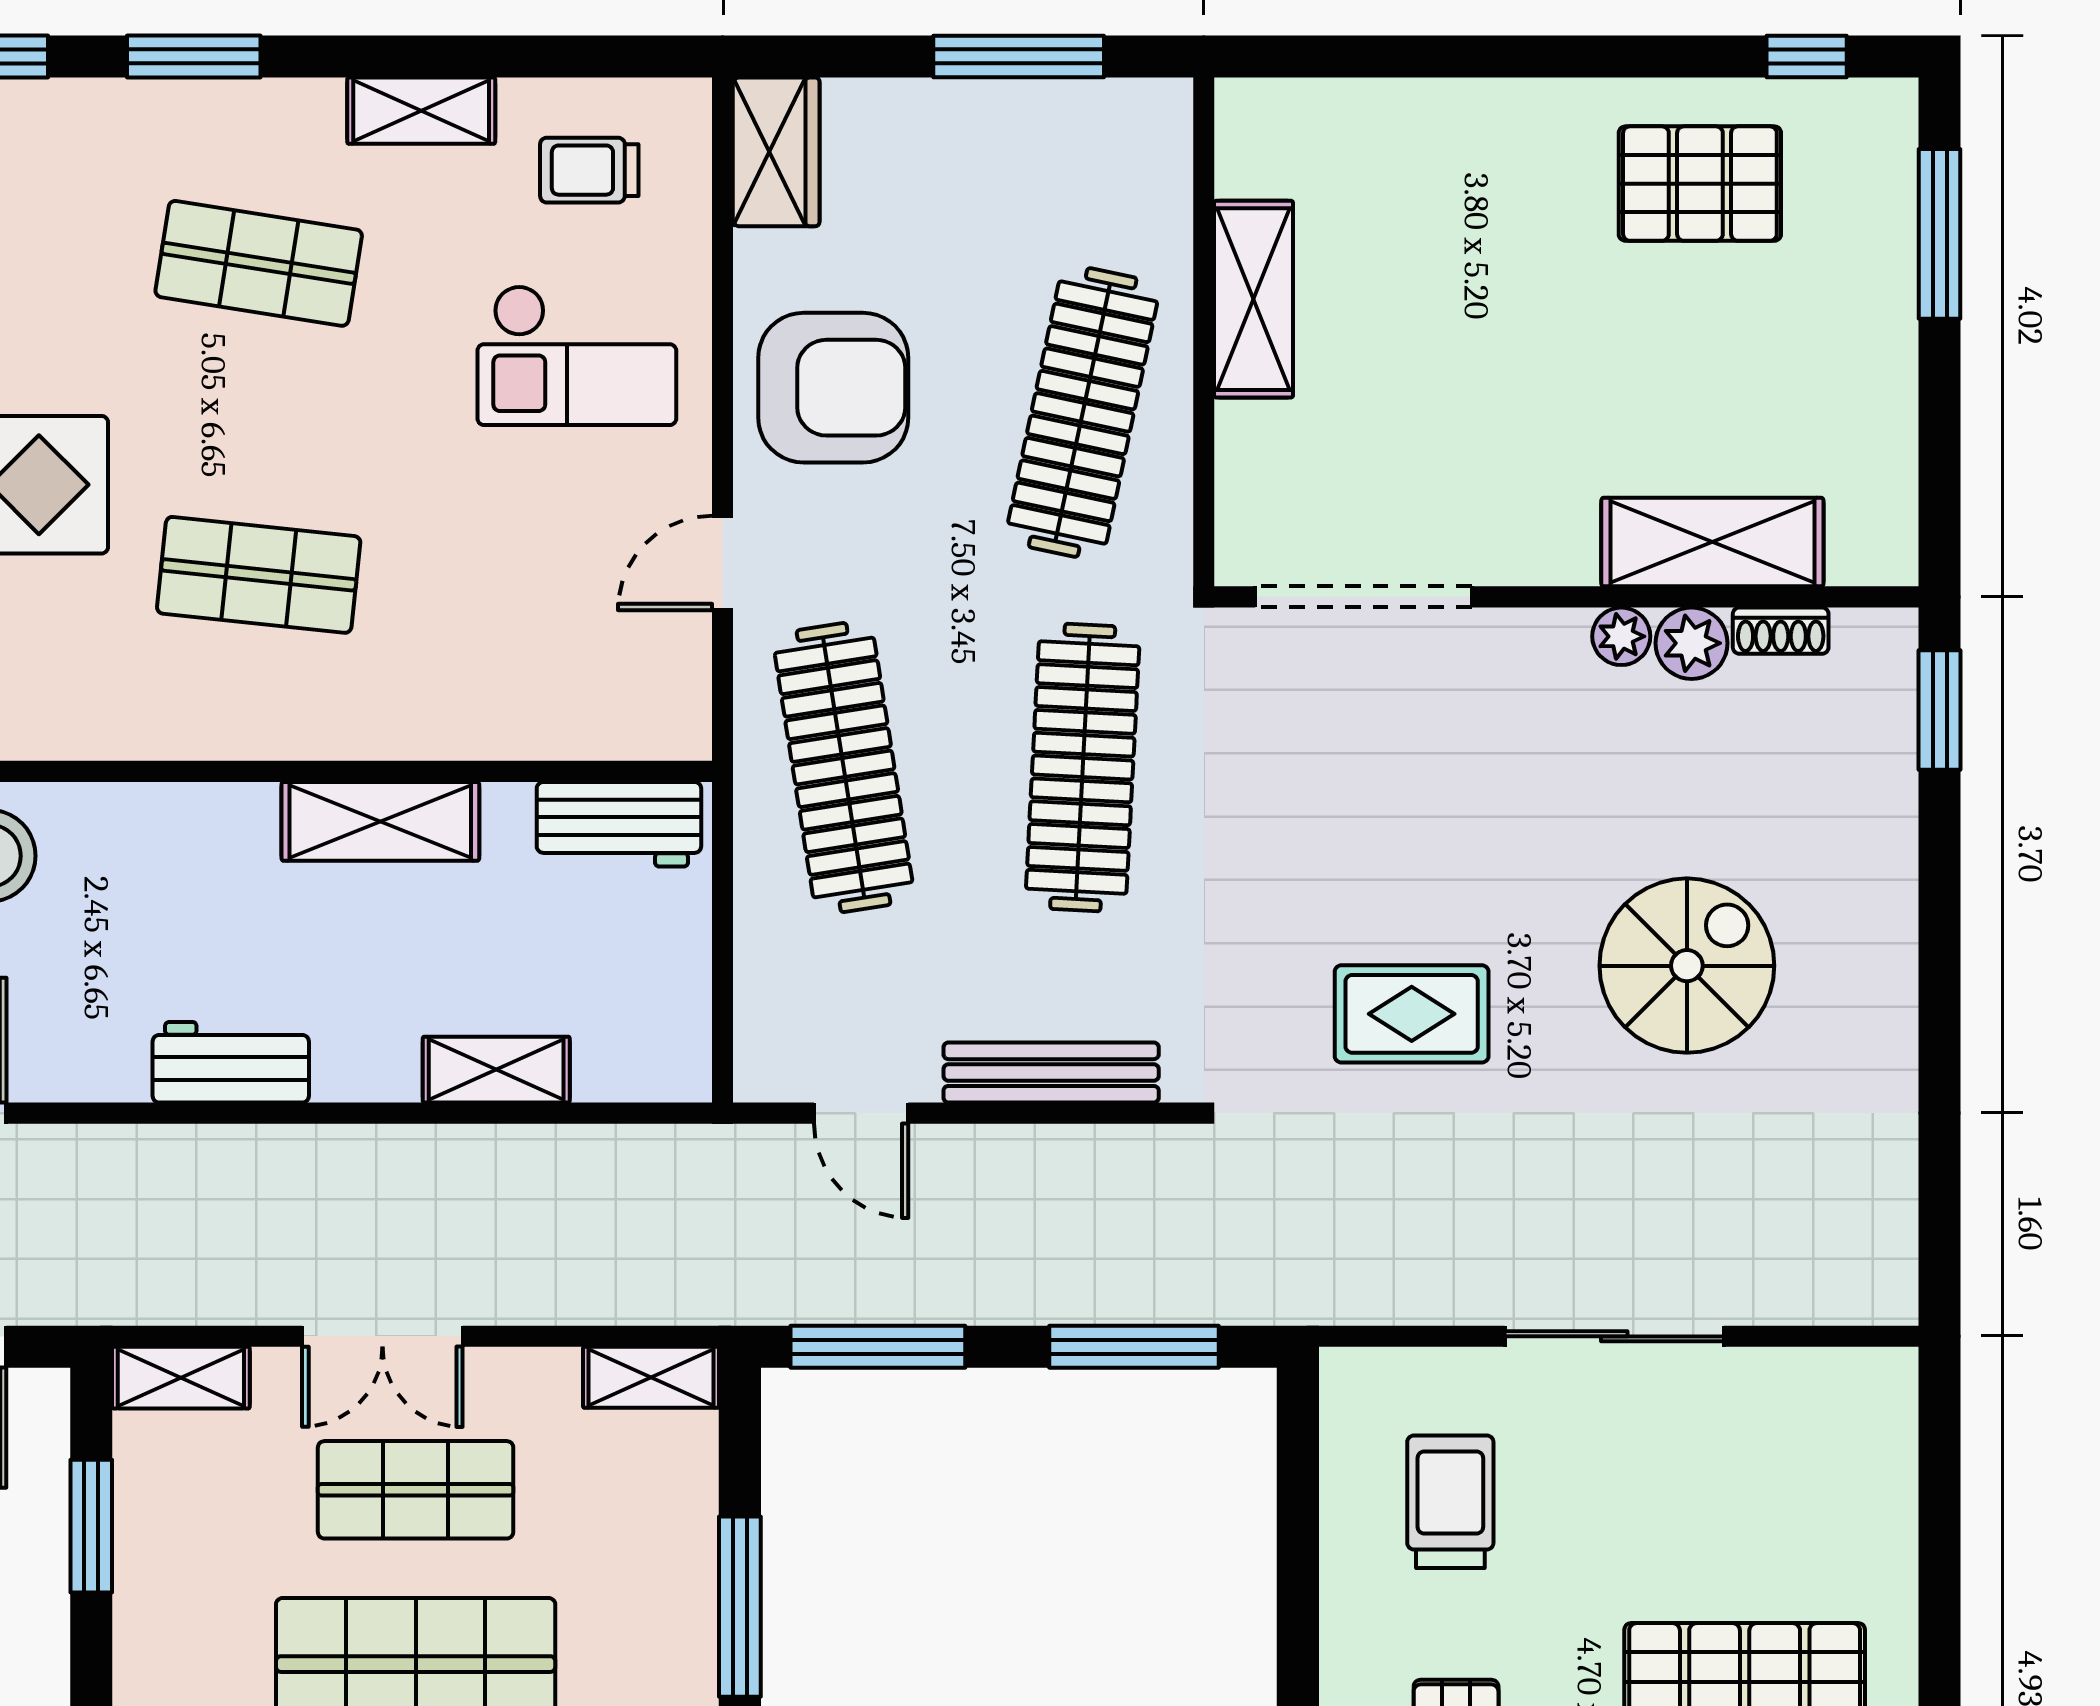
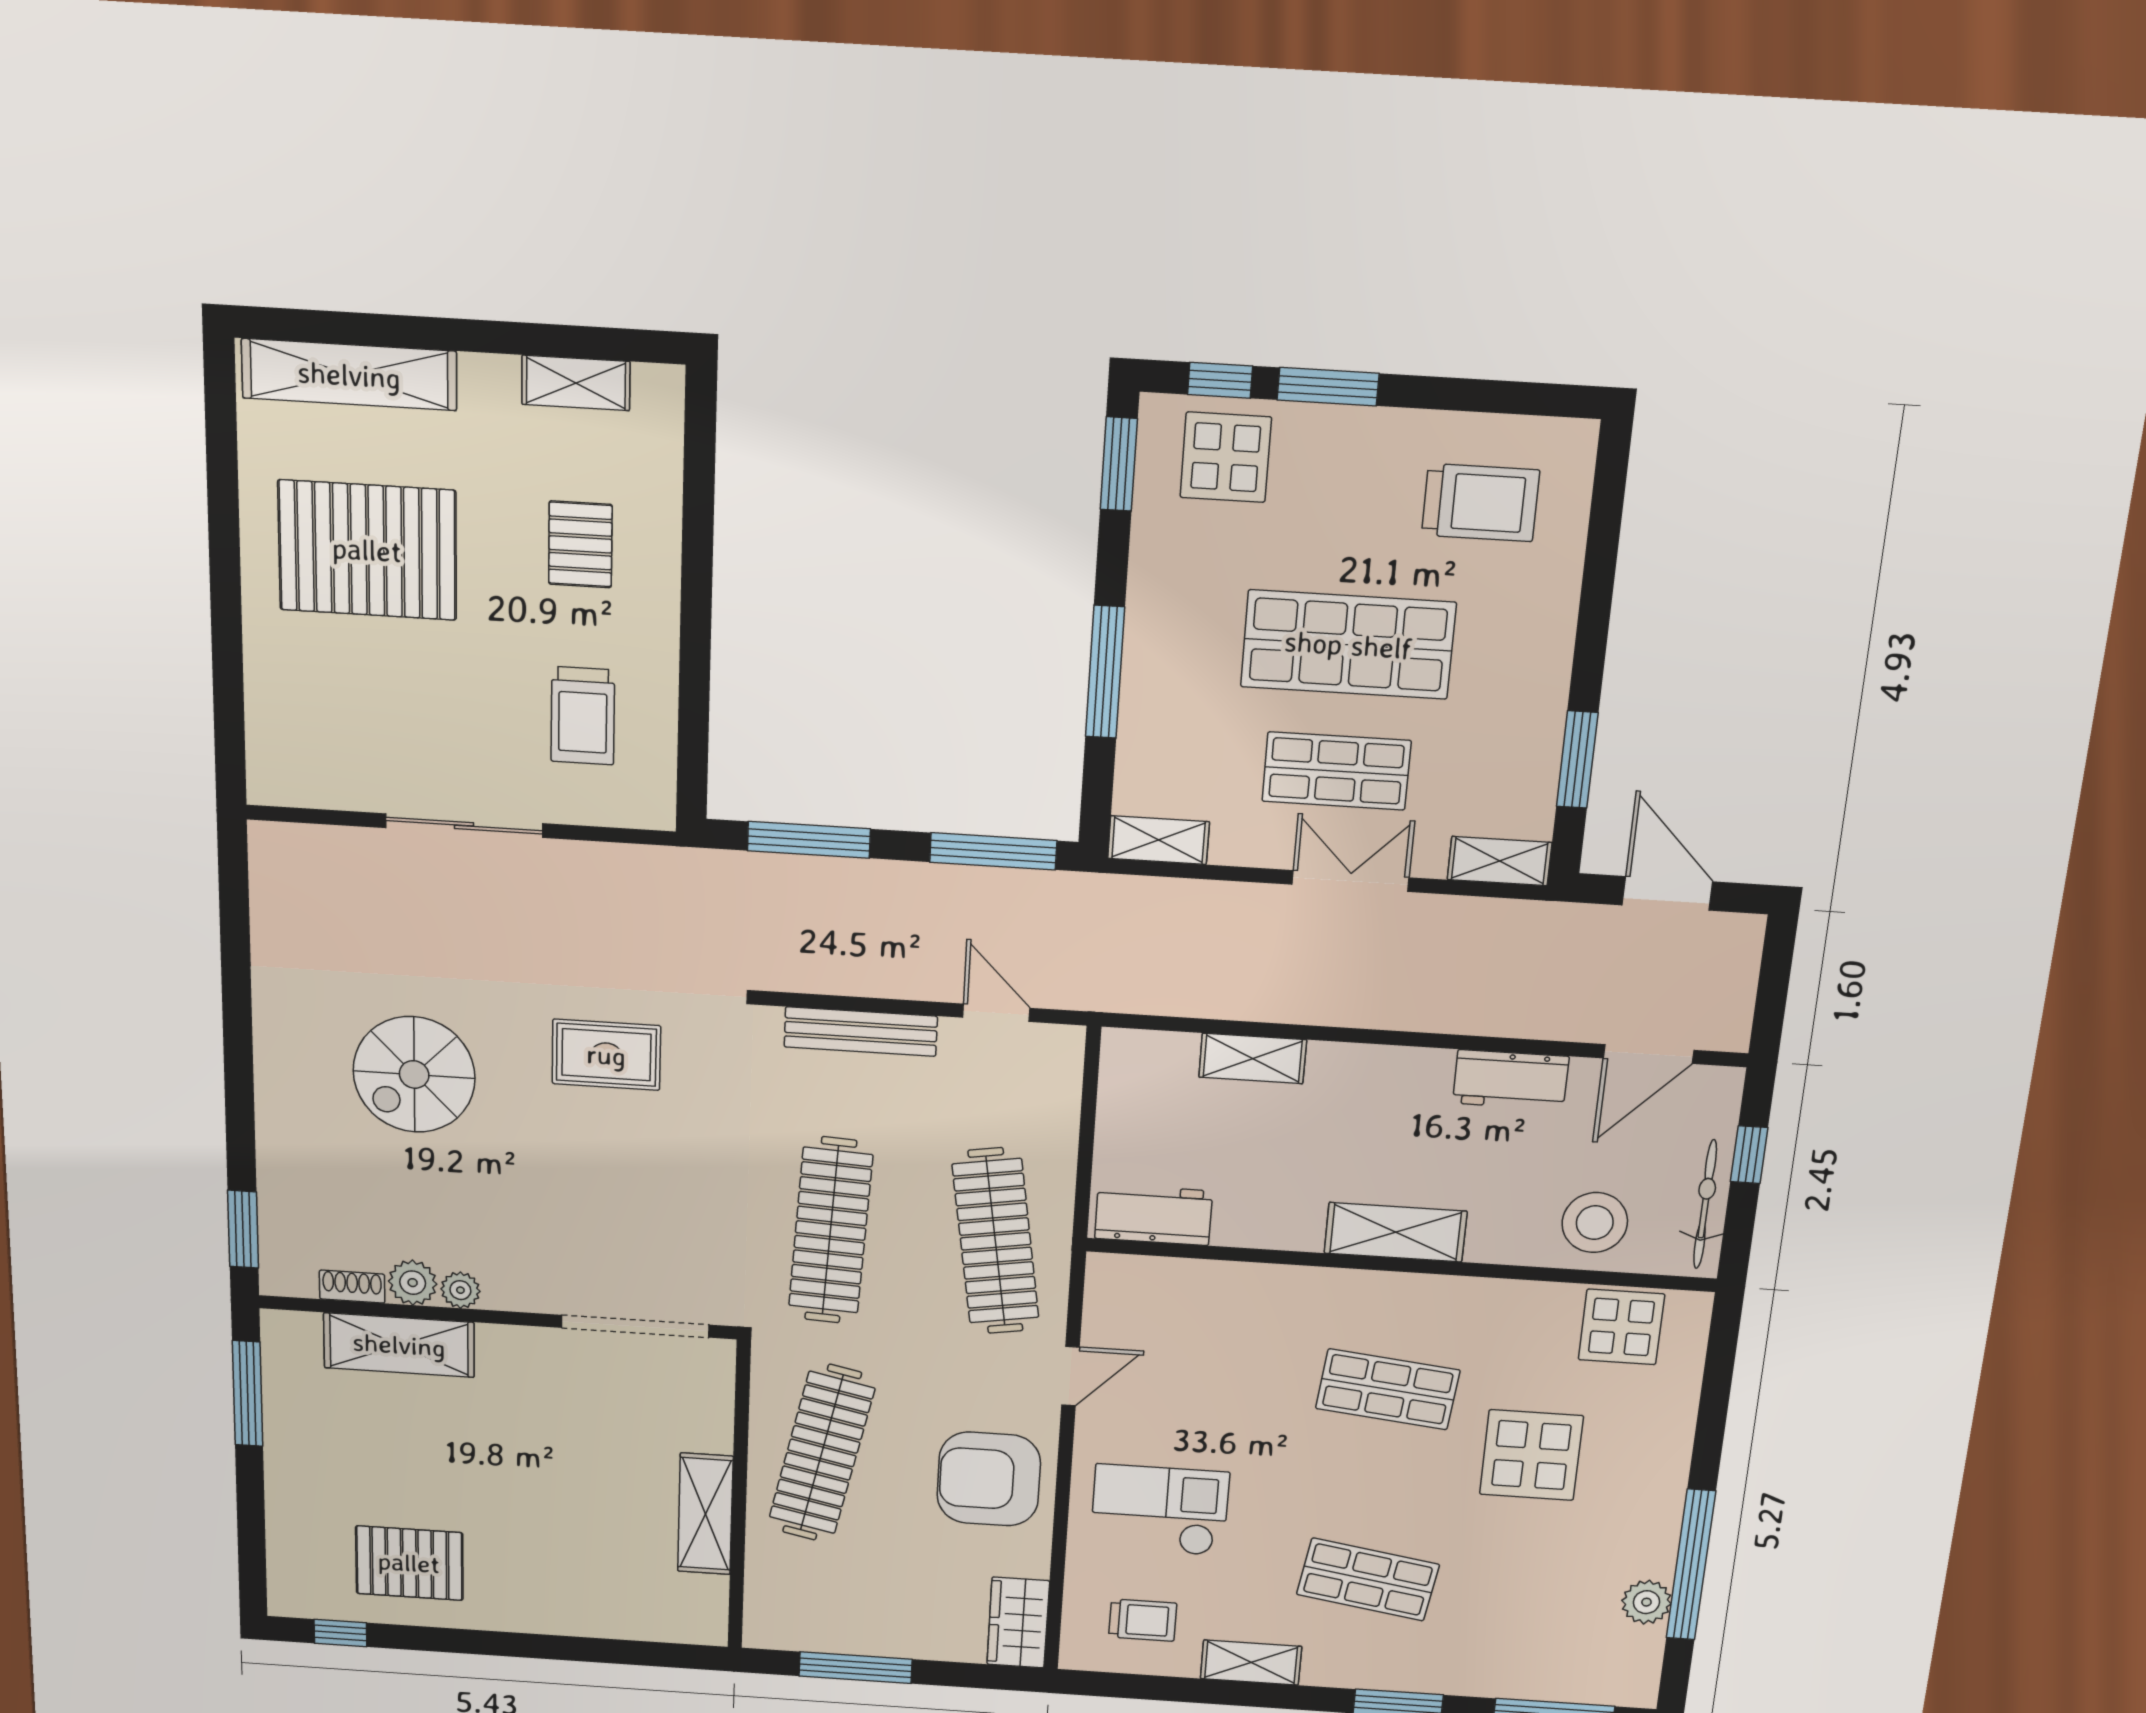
window: (1940, 234) -> (248, 1394), moved
shelving: (380, 821) -> (1396, 1232), moved
workbench: (231, 1062) -> (1511, 1080), moved

